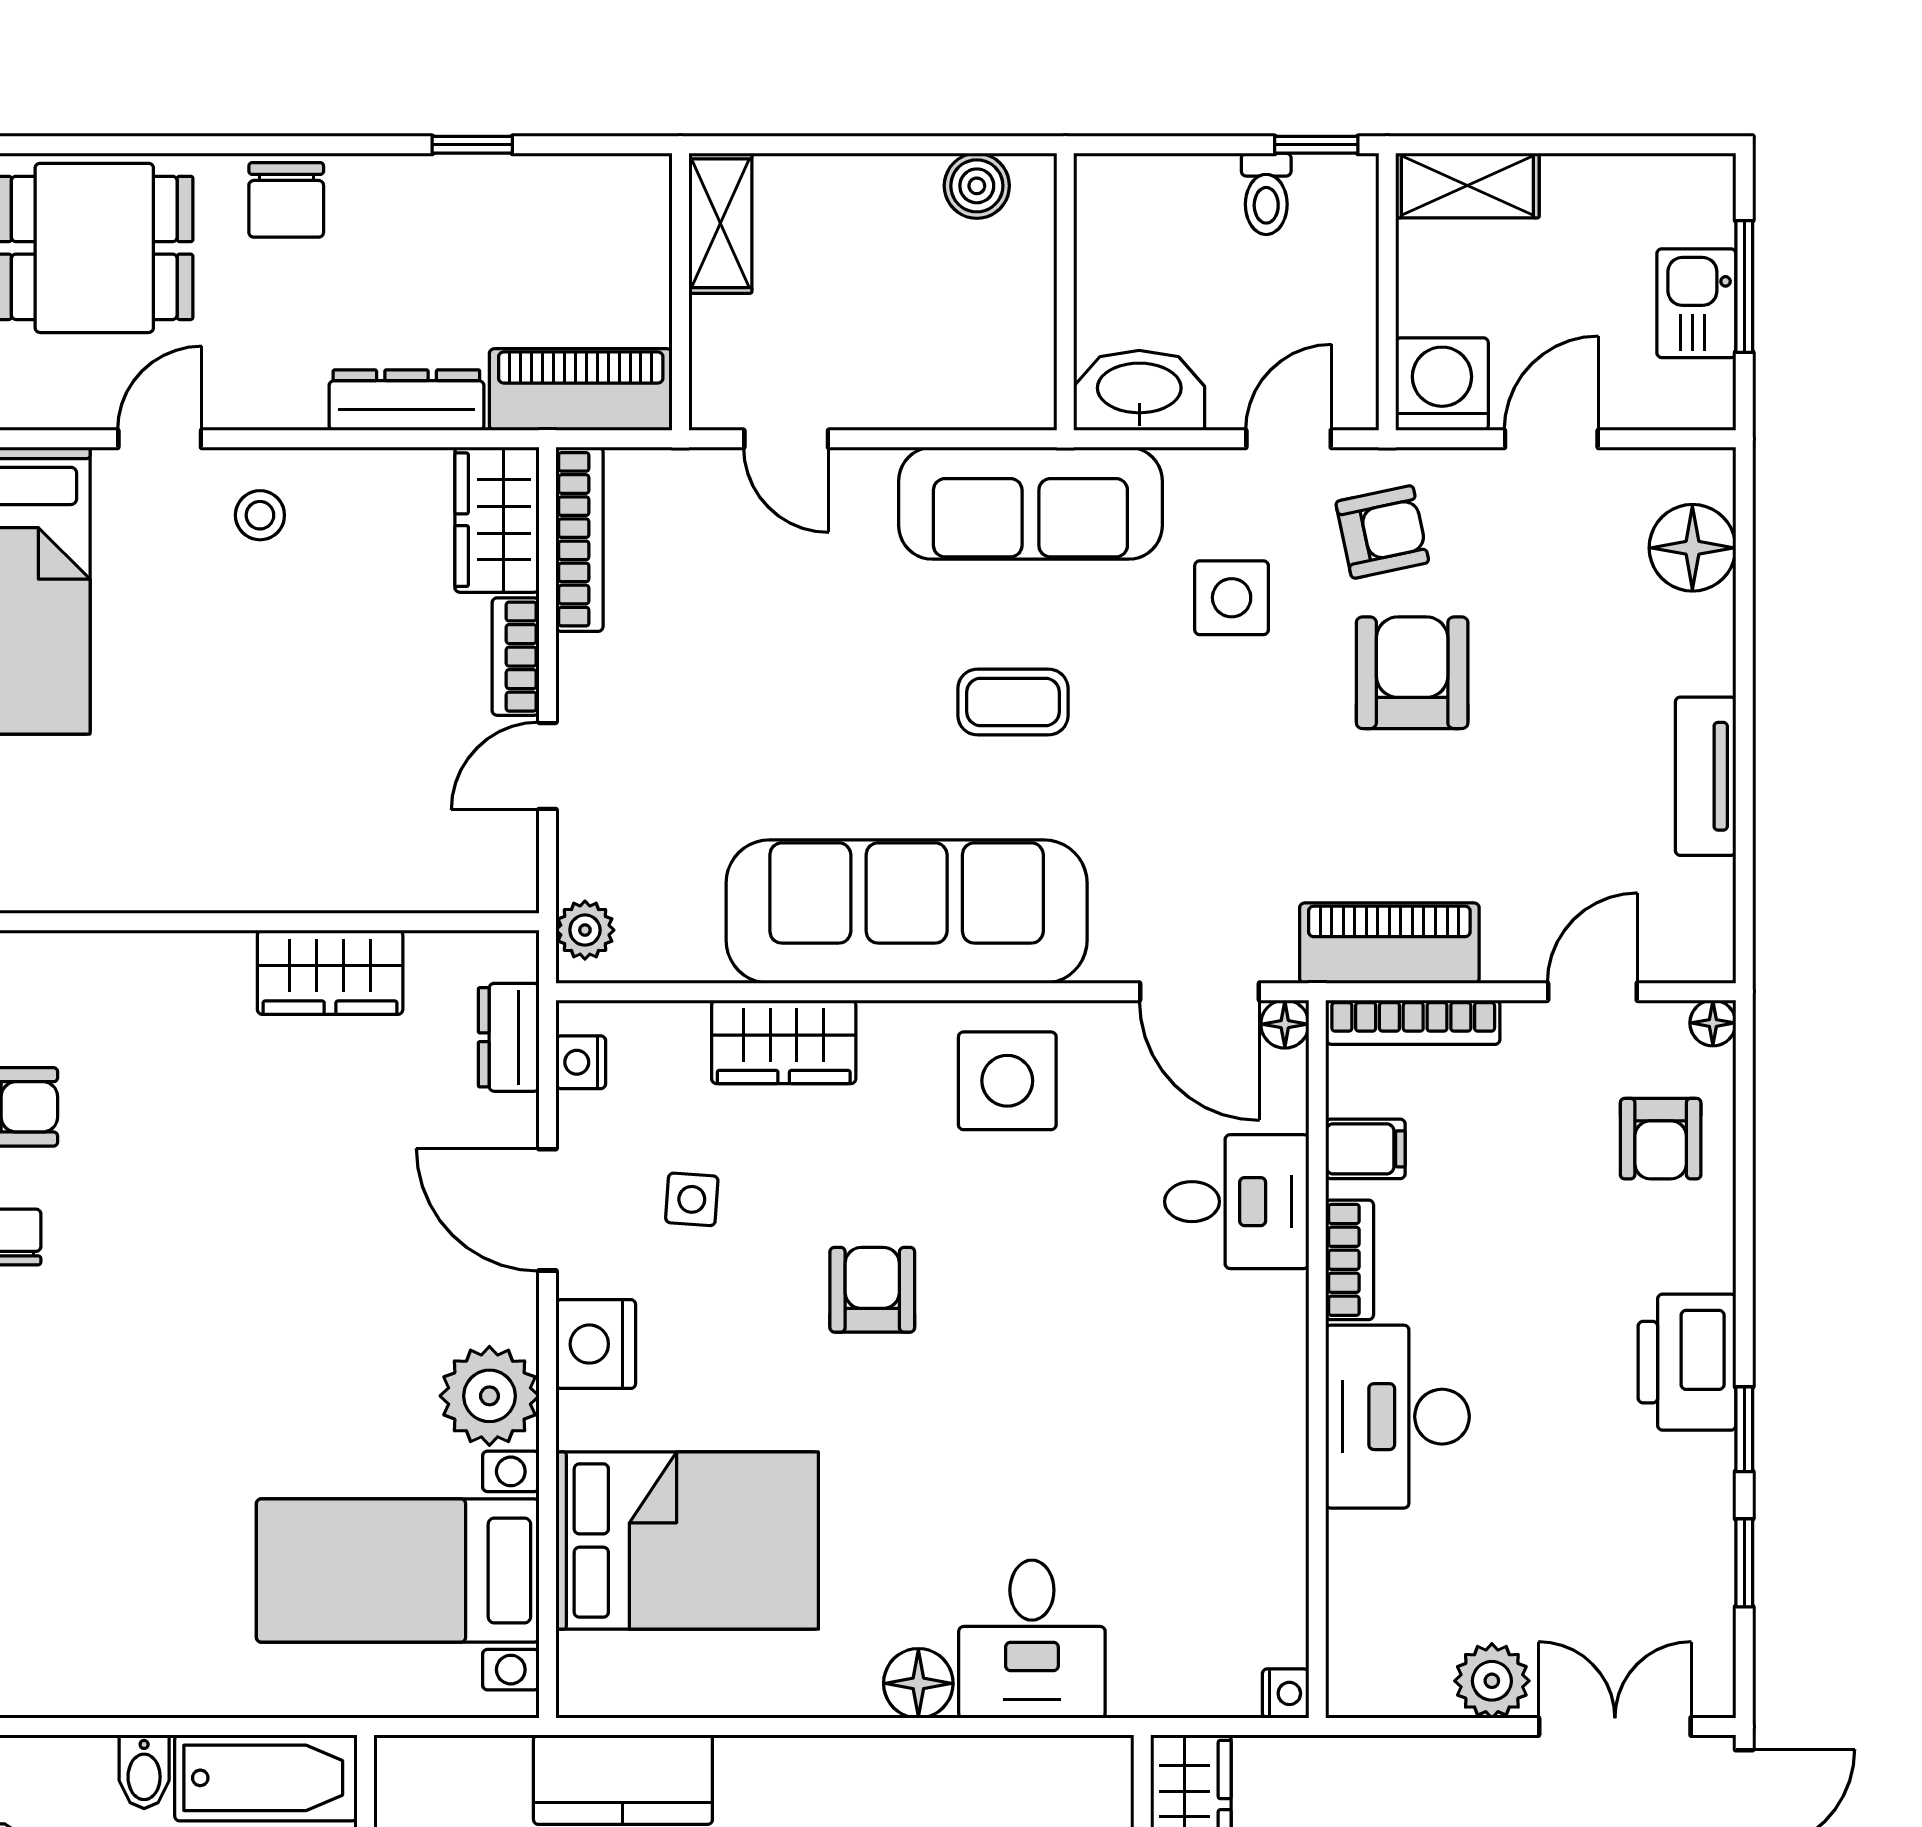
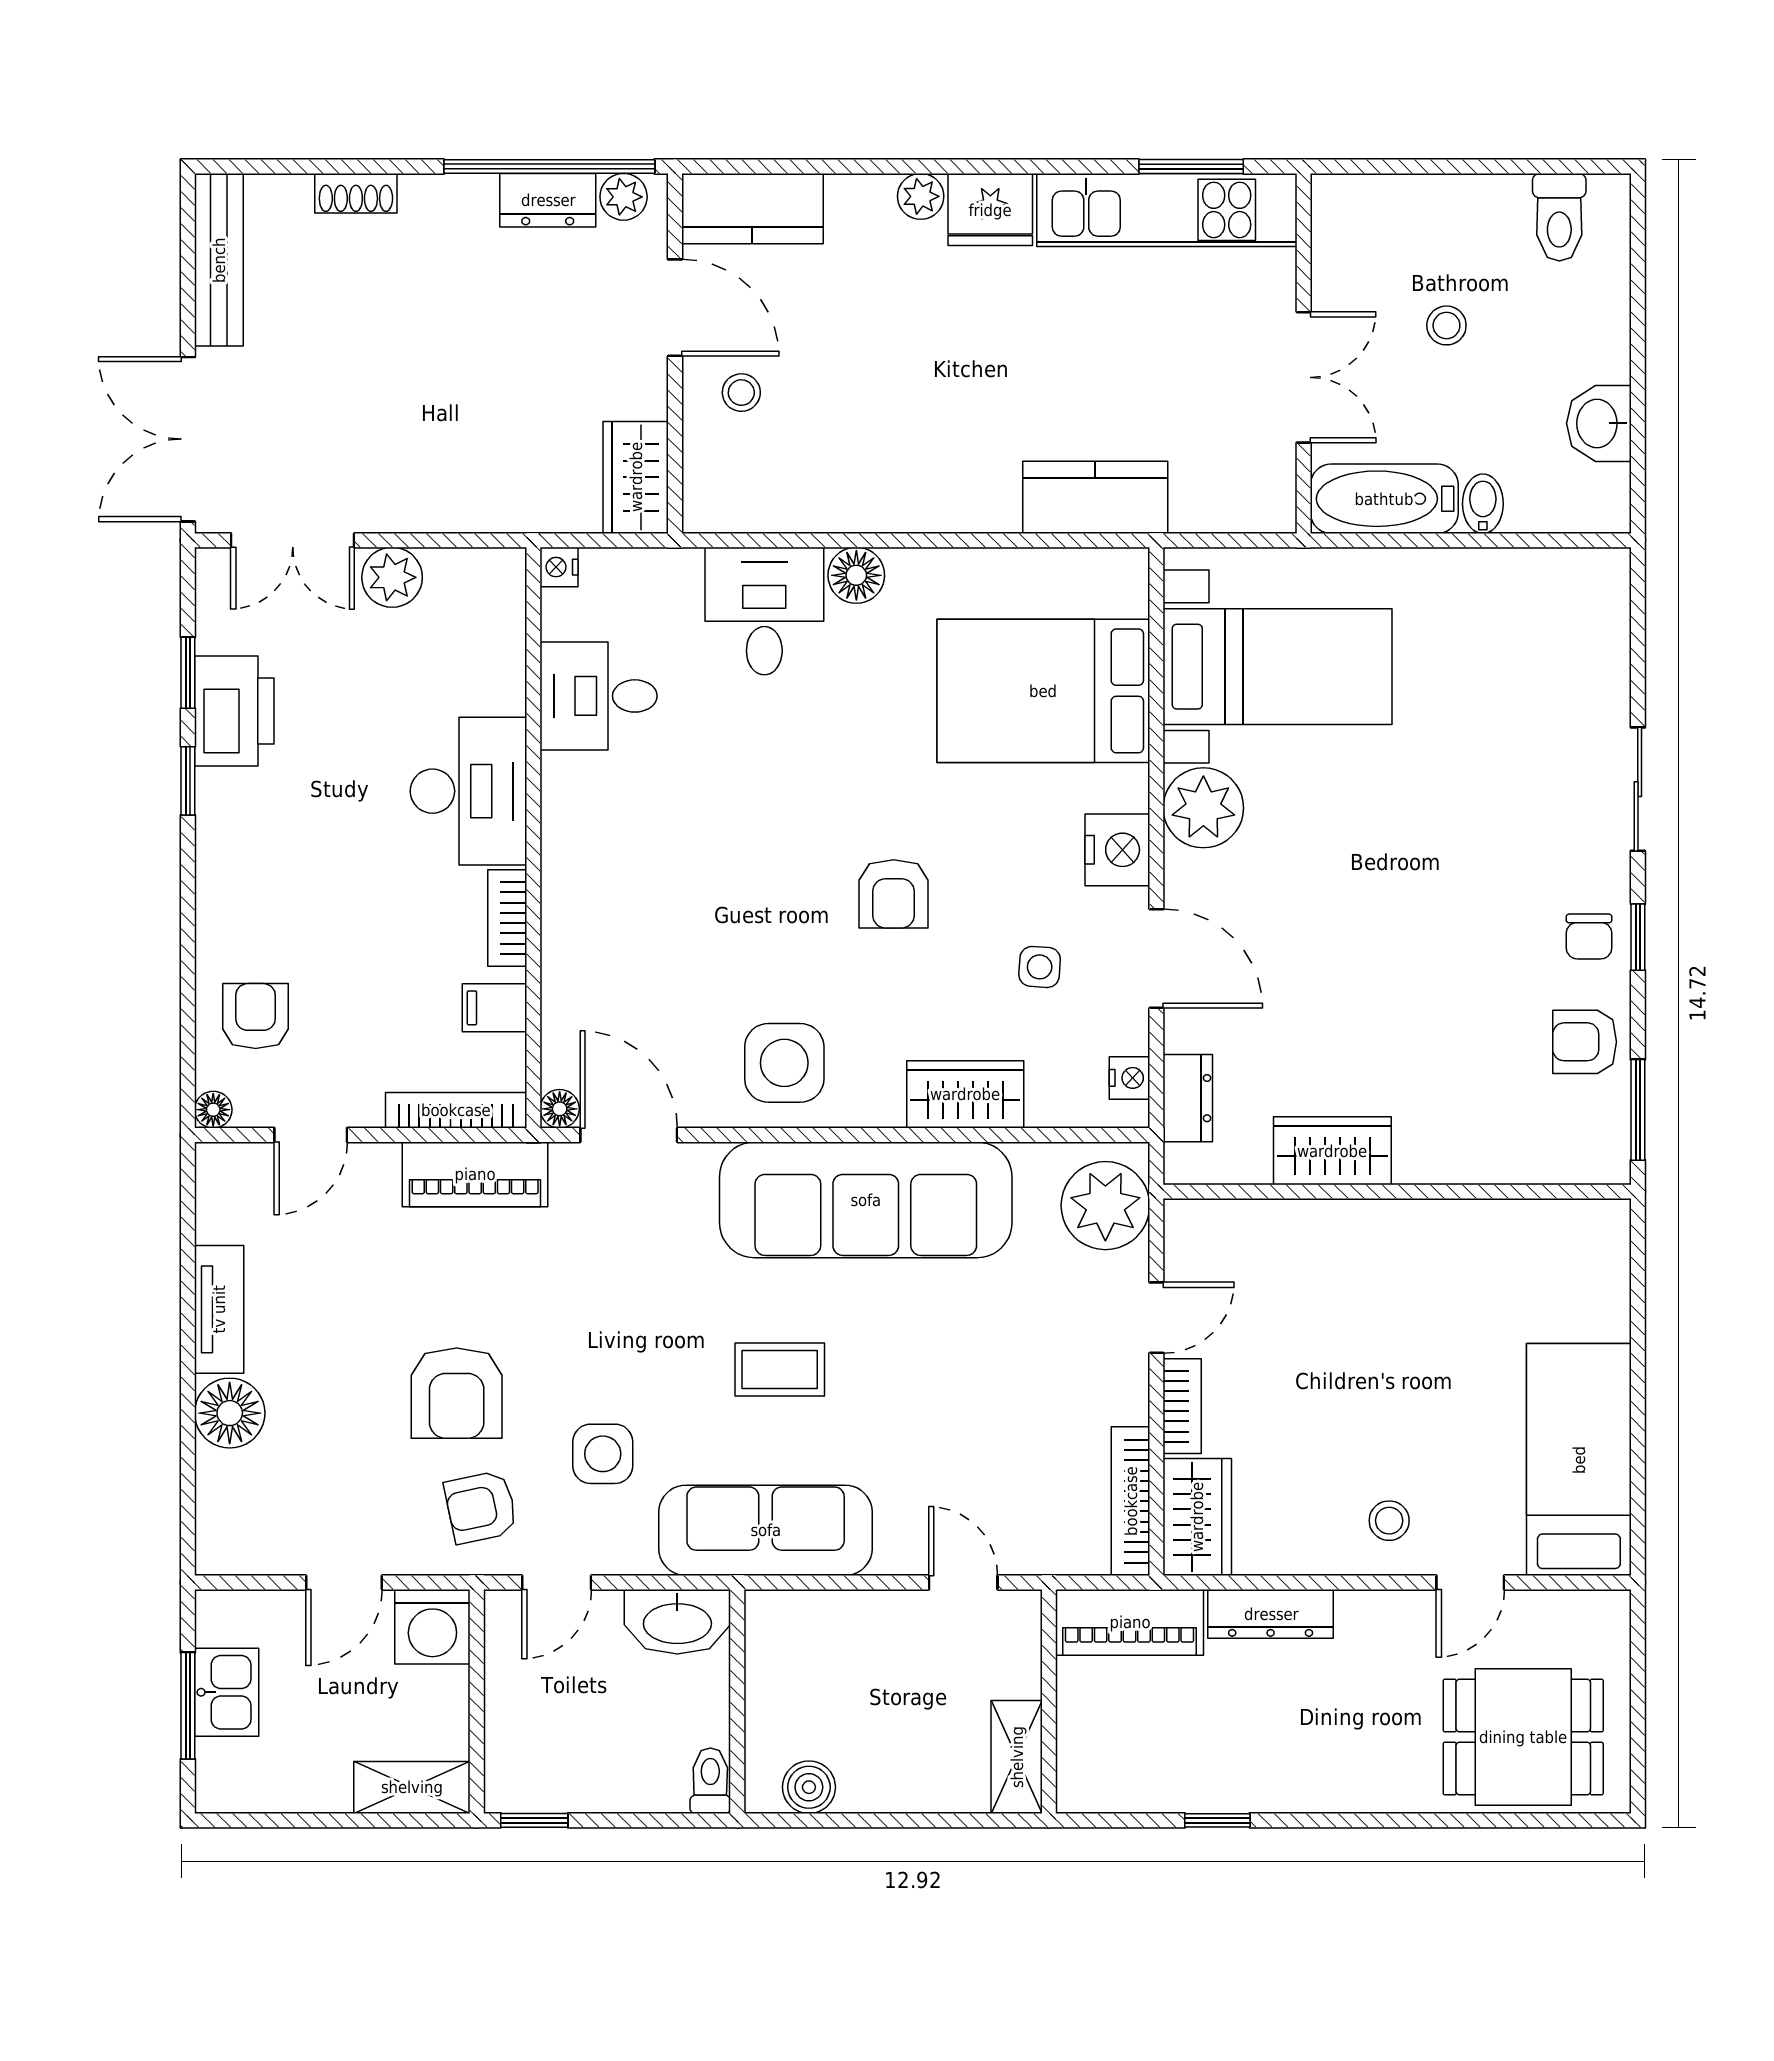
toilet: (1266, 194) -> (710, 1781), moved
chair: (286, 200) -> (1368, 1776), removed
floor lamp: (1692, 548) -> (230, 1413), moved
plant: (585, 930) -> (1105, 1206), width x1.88, depth x1.88
desk: (1237, 1202) -> (599, 696), moved
printer: (1687, 1362) -> (234, 711), moved

